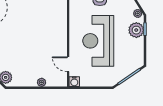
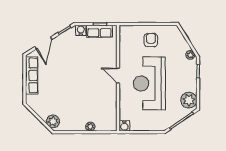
plant: (136, 30) -> (189, 100), moved
door: (68, 64) -> (118, 76), moved

